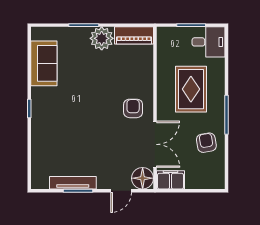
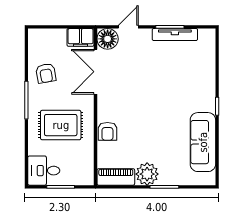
sofa: (44, 63) -> (203, 142), width x1.36
rug: (191, 89) -> (61, 125), turned 90
armchair: (133, 108) -> (107, 131), moved

